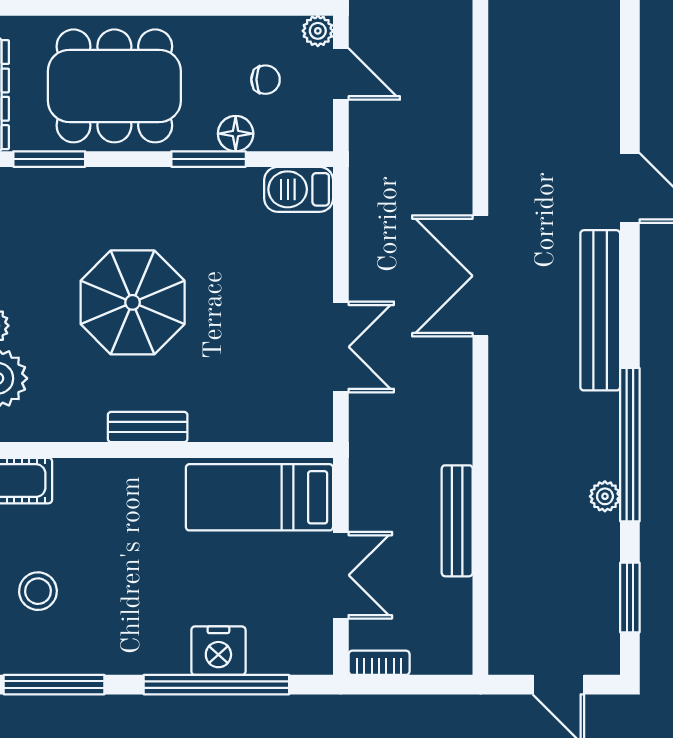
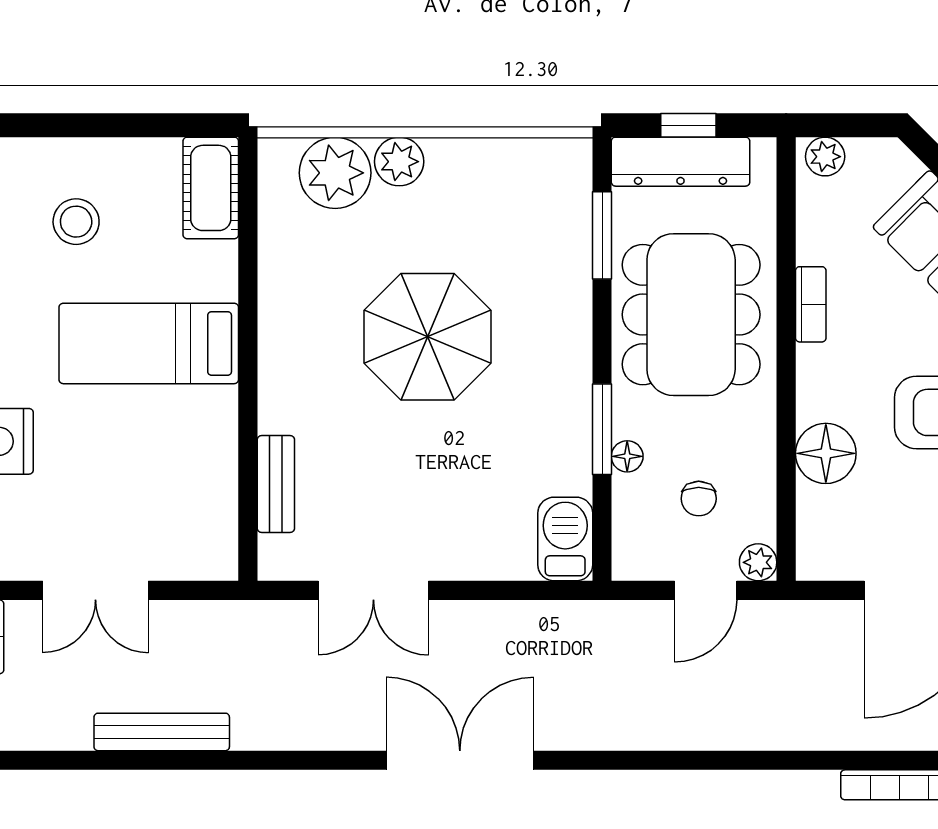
floor lamp: (236, 134) -> (627, 456), width x0.73, depth x0.73
bench: (148, 427) -> (276, 484), moved
bed: (259, 497) -> (149, 343), moved, turned -90

